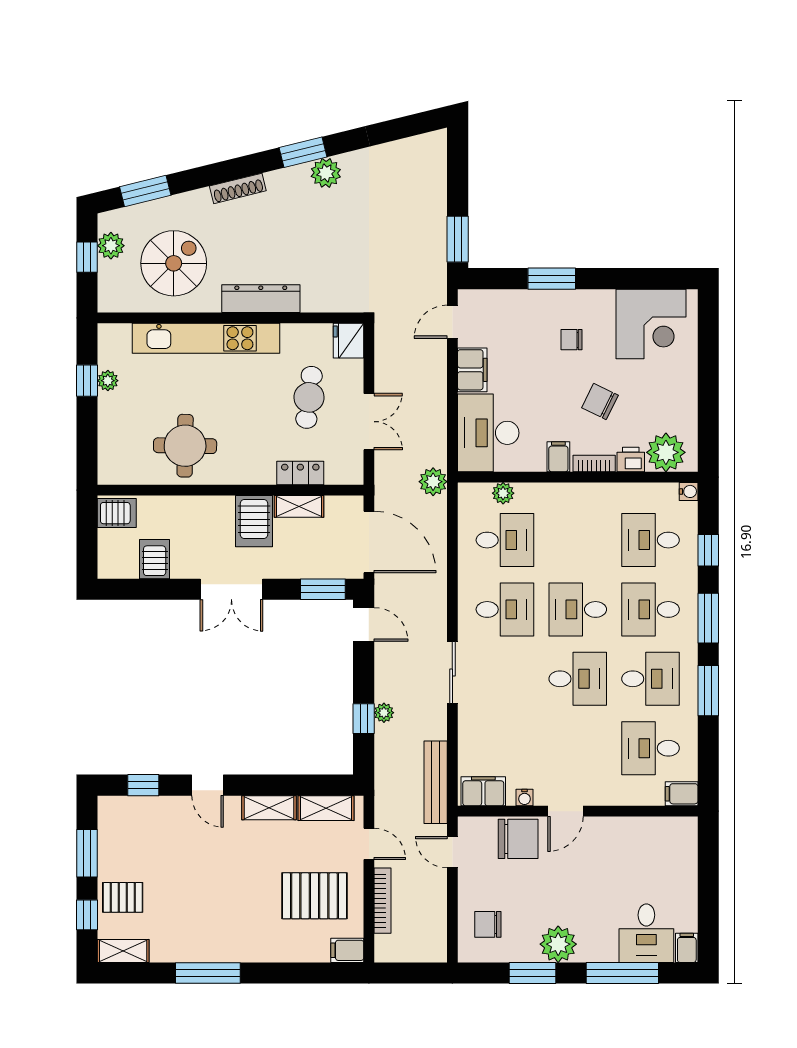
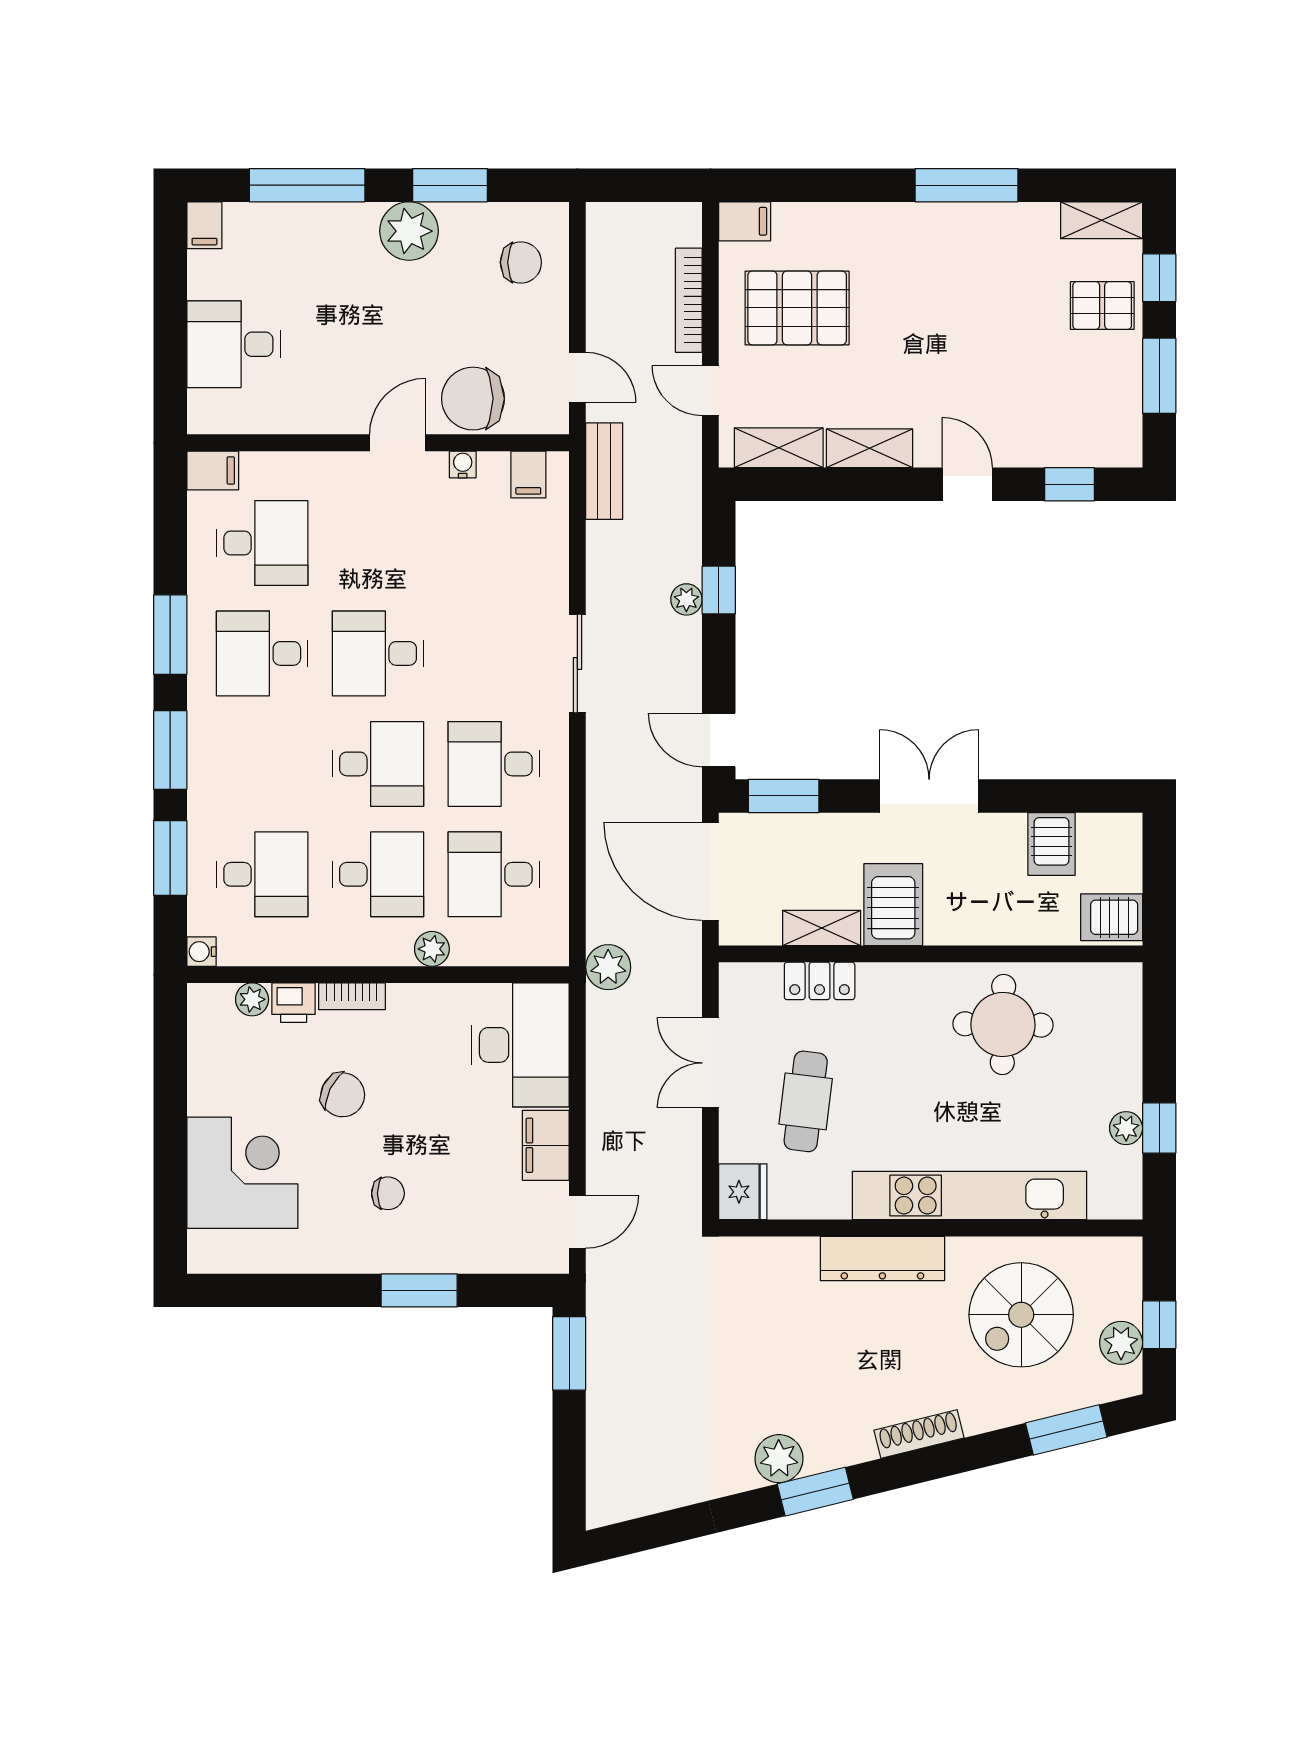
corner desk: (651, 324) -> (242, 1173), moved, turned 90
plant: (666, 452) -> (252, 999), width x0.53, depth x0.53
filing cabinet: (558, 457) -> (409, 1007), removed
plant: (503, 493) -> (432, 949), moved
window: (708, 550) -> (170, 858), width x1.50
desk: (650, 609) -> (378, 874), moved
bench: (436, 782) -> (604, 471), width x0.73
filing cabinet: (483, 791) -> (528, 474), width x0.50
desk: (646, 933) -> (234, 344), moved, turned -90

